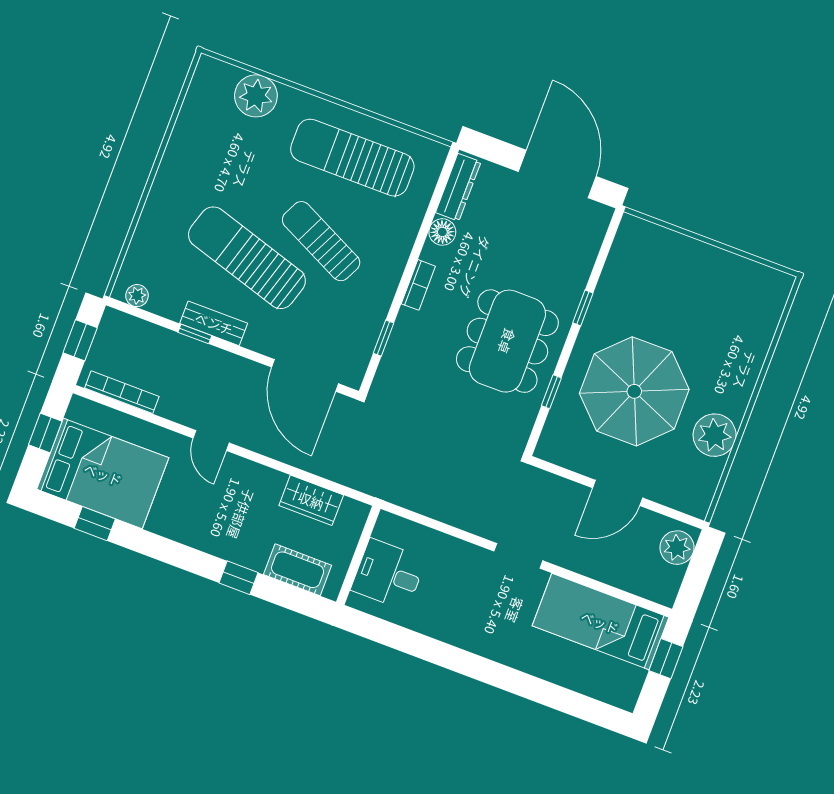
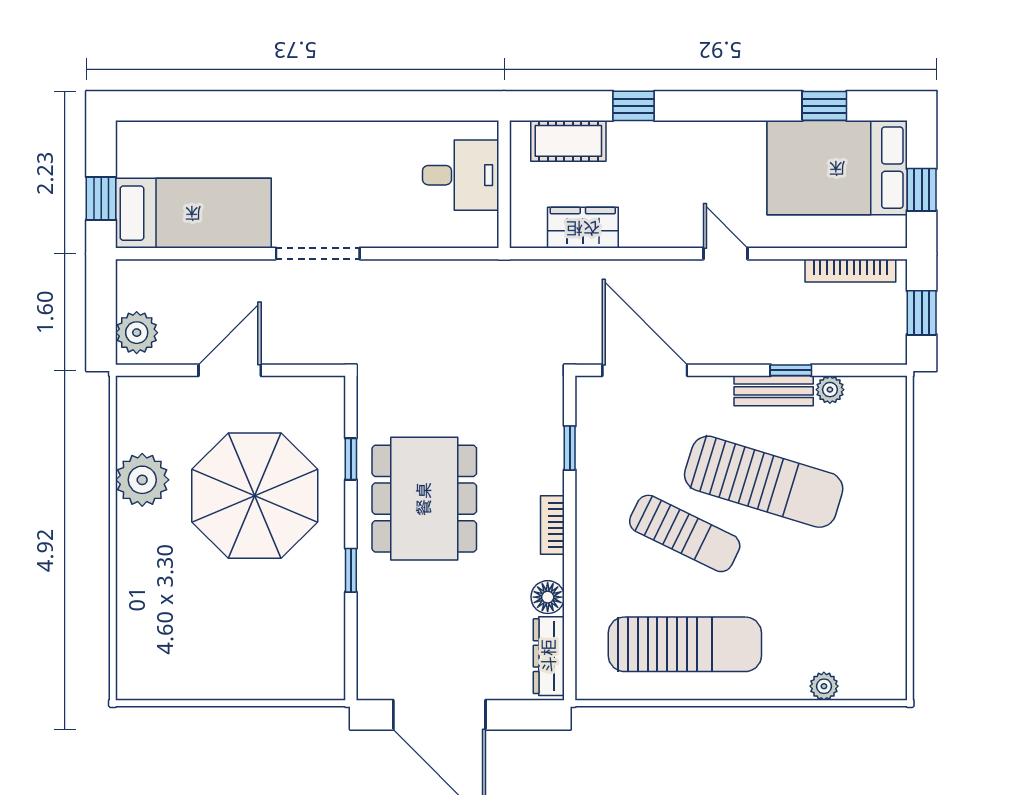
plant: (256, 96) -> (824, 686), width x0.53, depth x0.53
plant: (137, 296) -> (830, 390), moved
doorway: (518, 556) -> (318, 254), width x1.38

